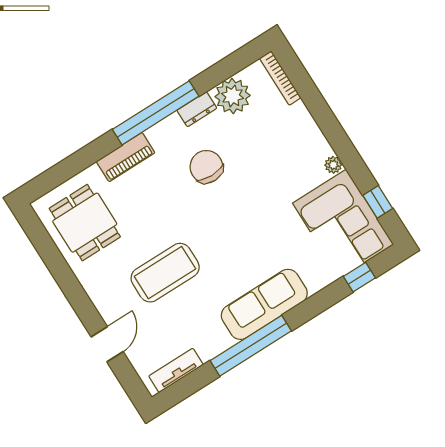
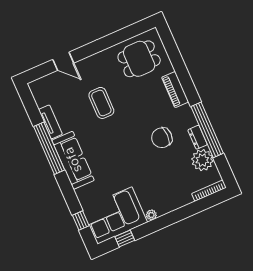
window: (156, 113) -> (207, 130), moved
chair: (206, 167) -> (162, 138), turned 180
coffee table: (165, 273) -> (101, 103), width x0.73, depth x0.76
tv unit: (176, 370) -> (50, 122), moved

